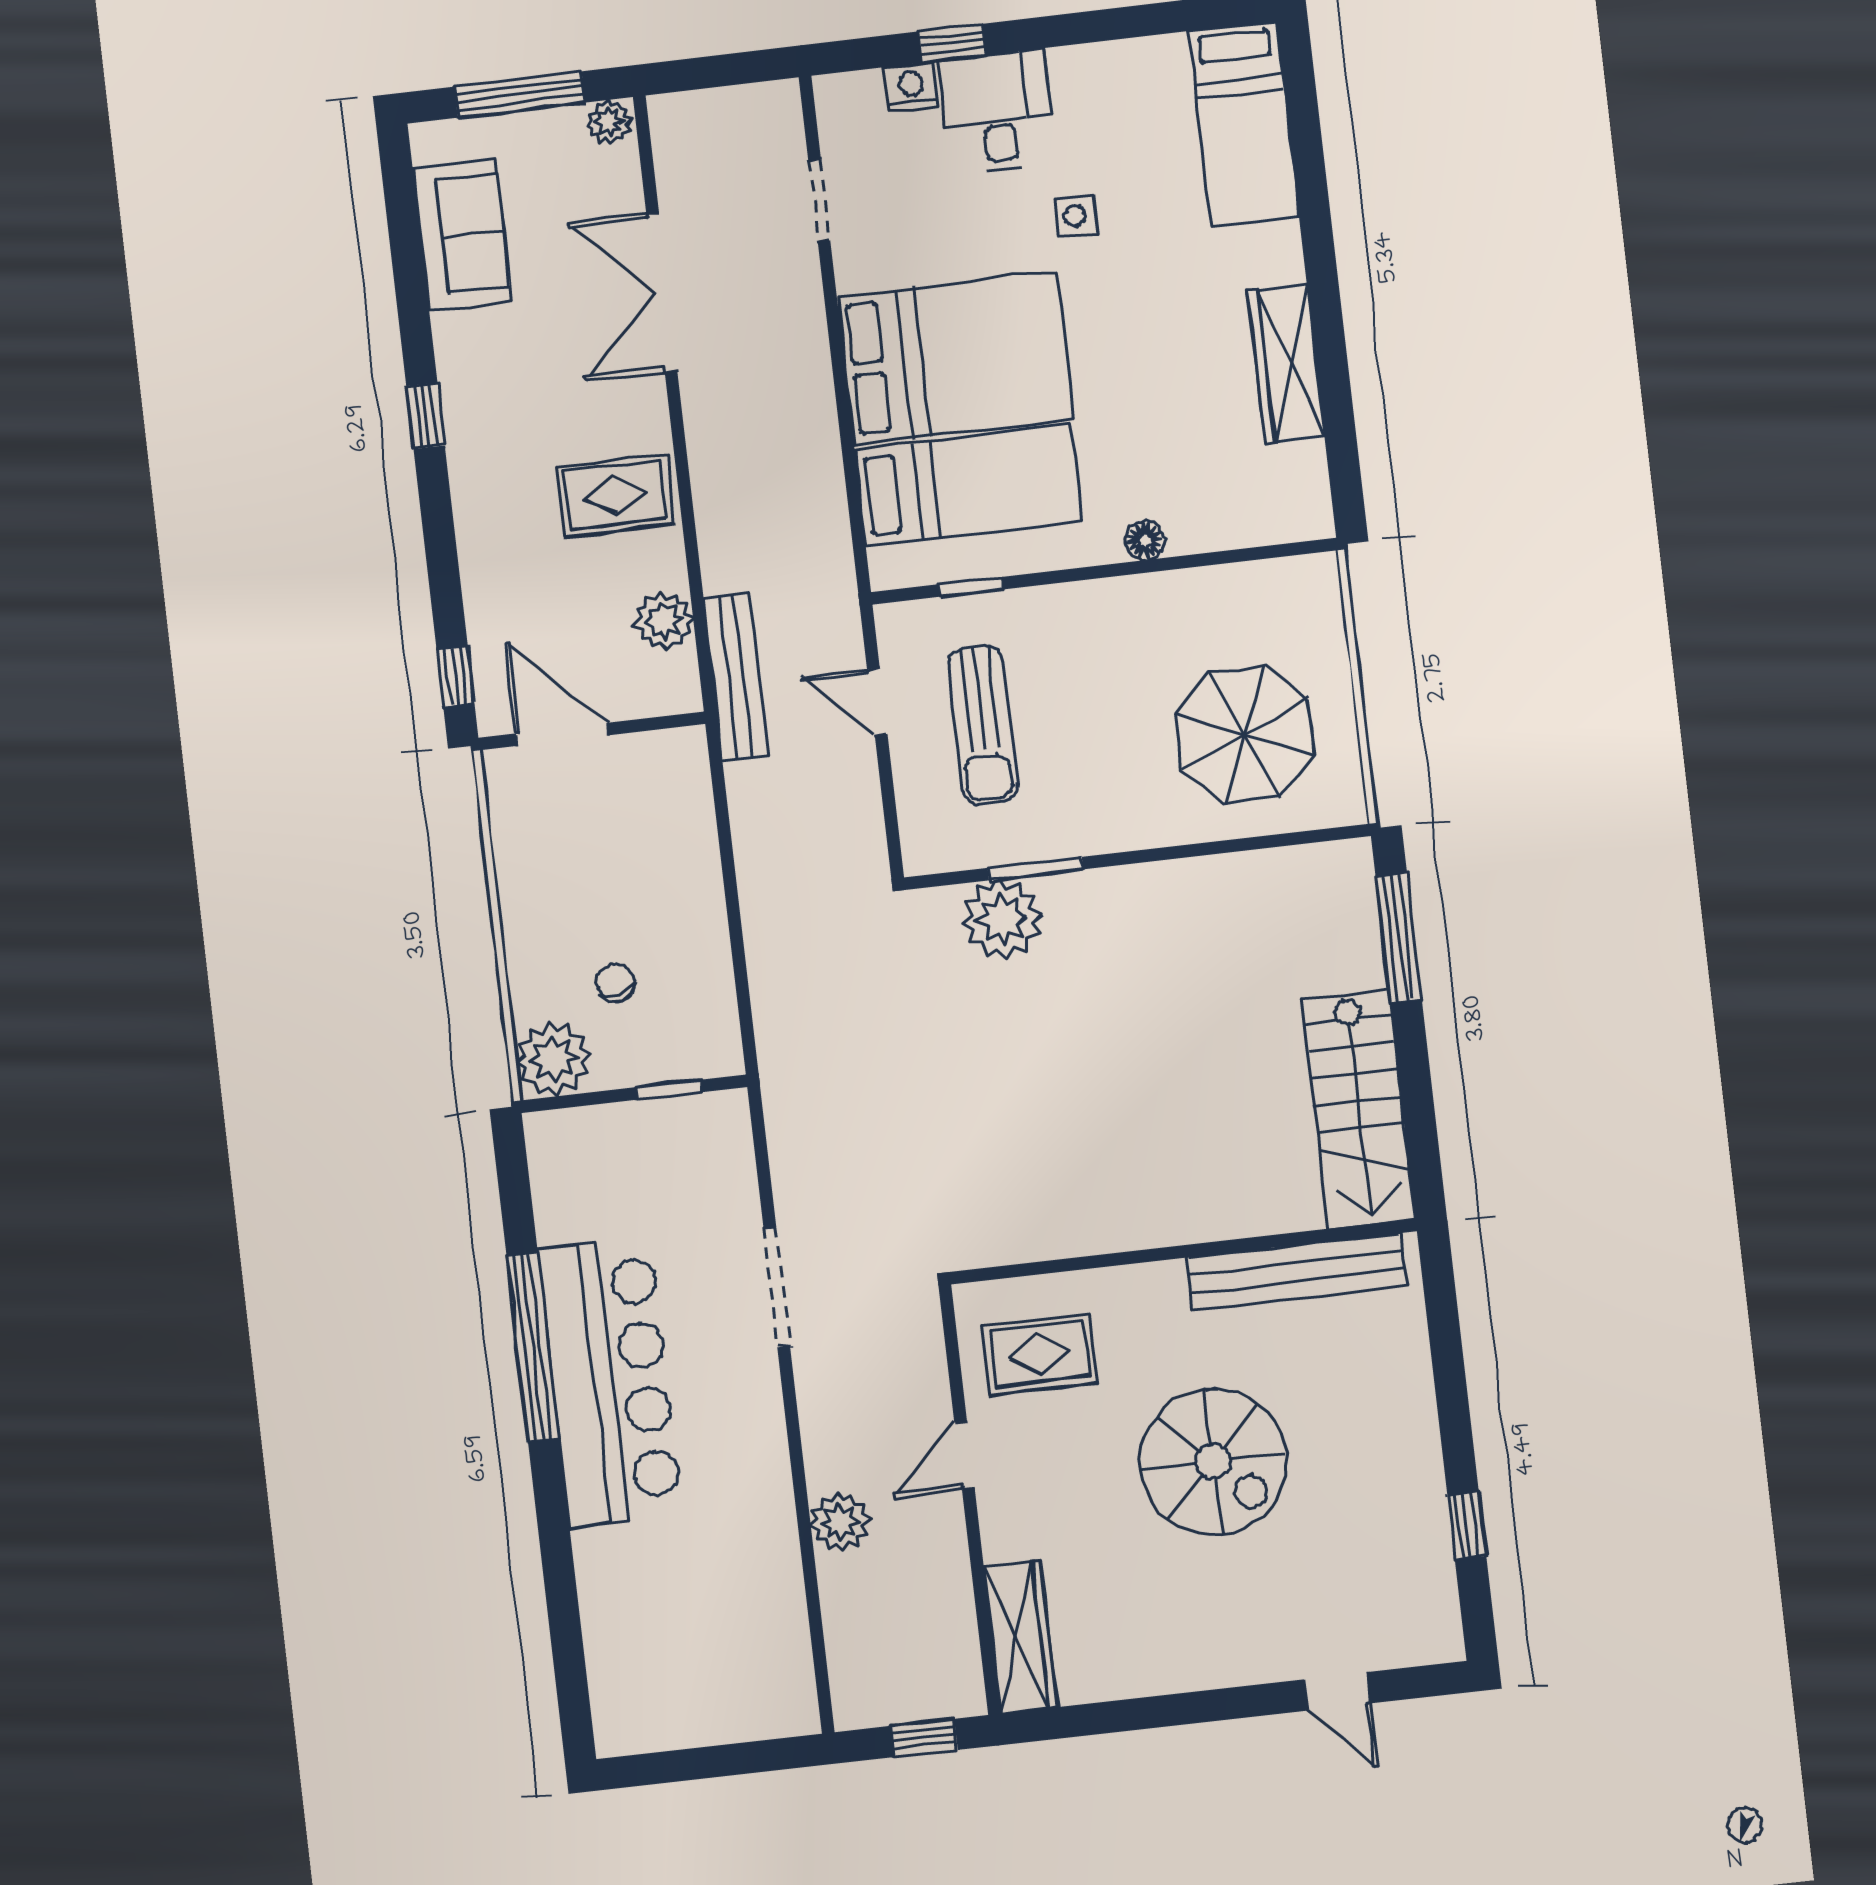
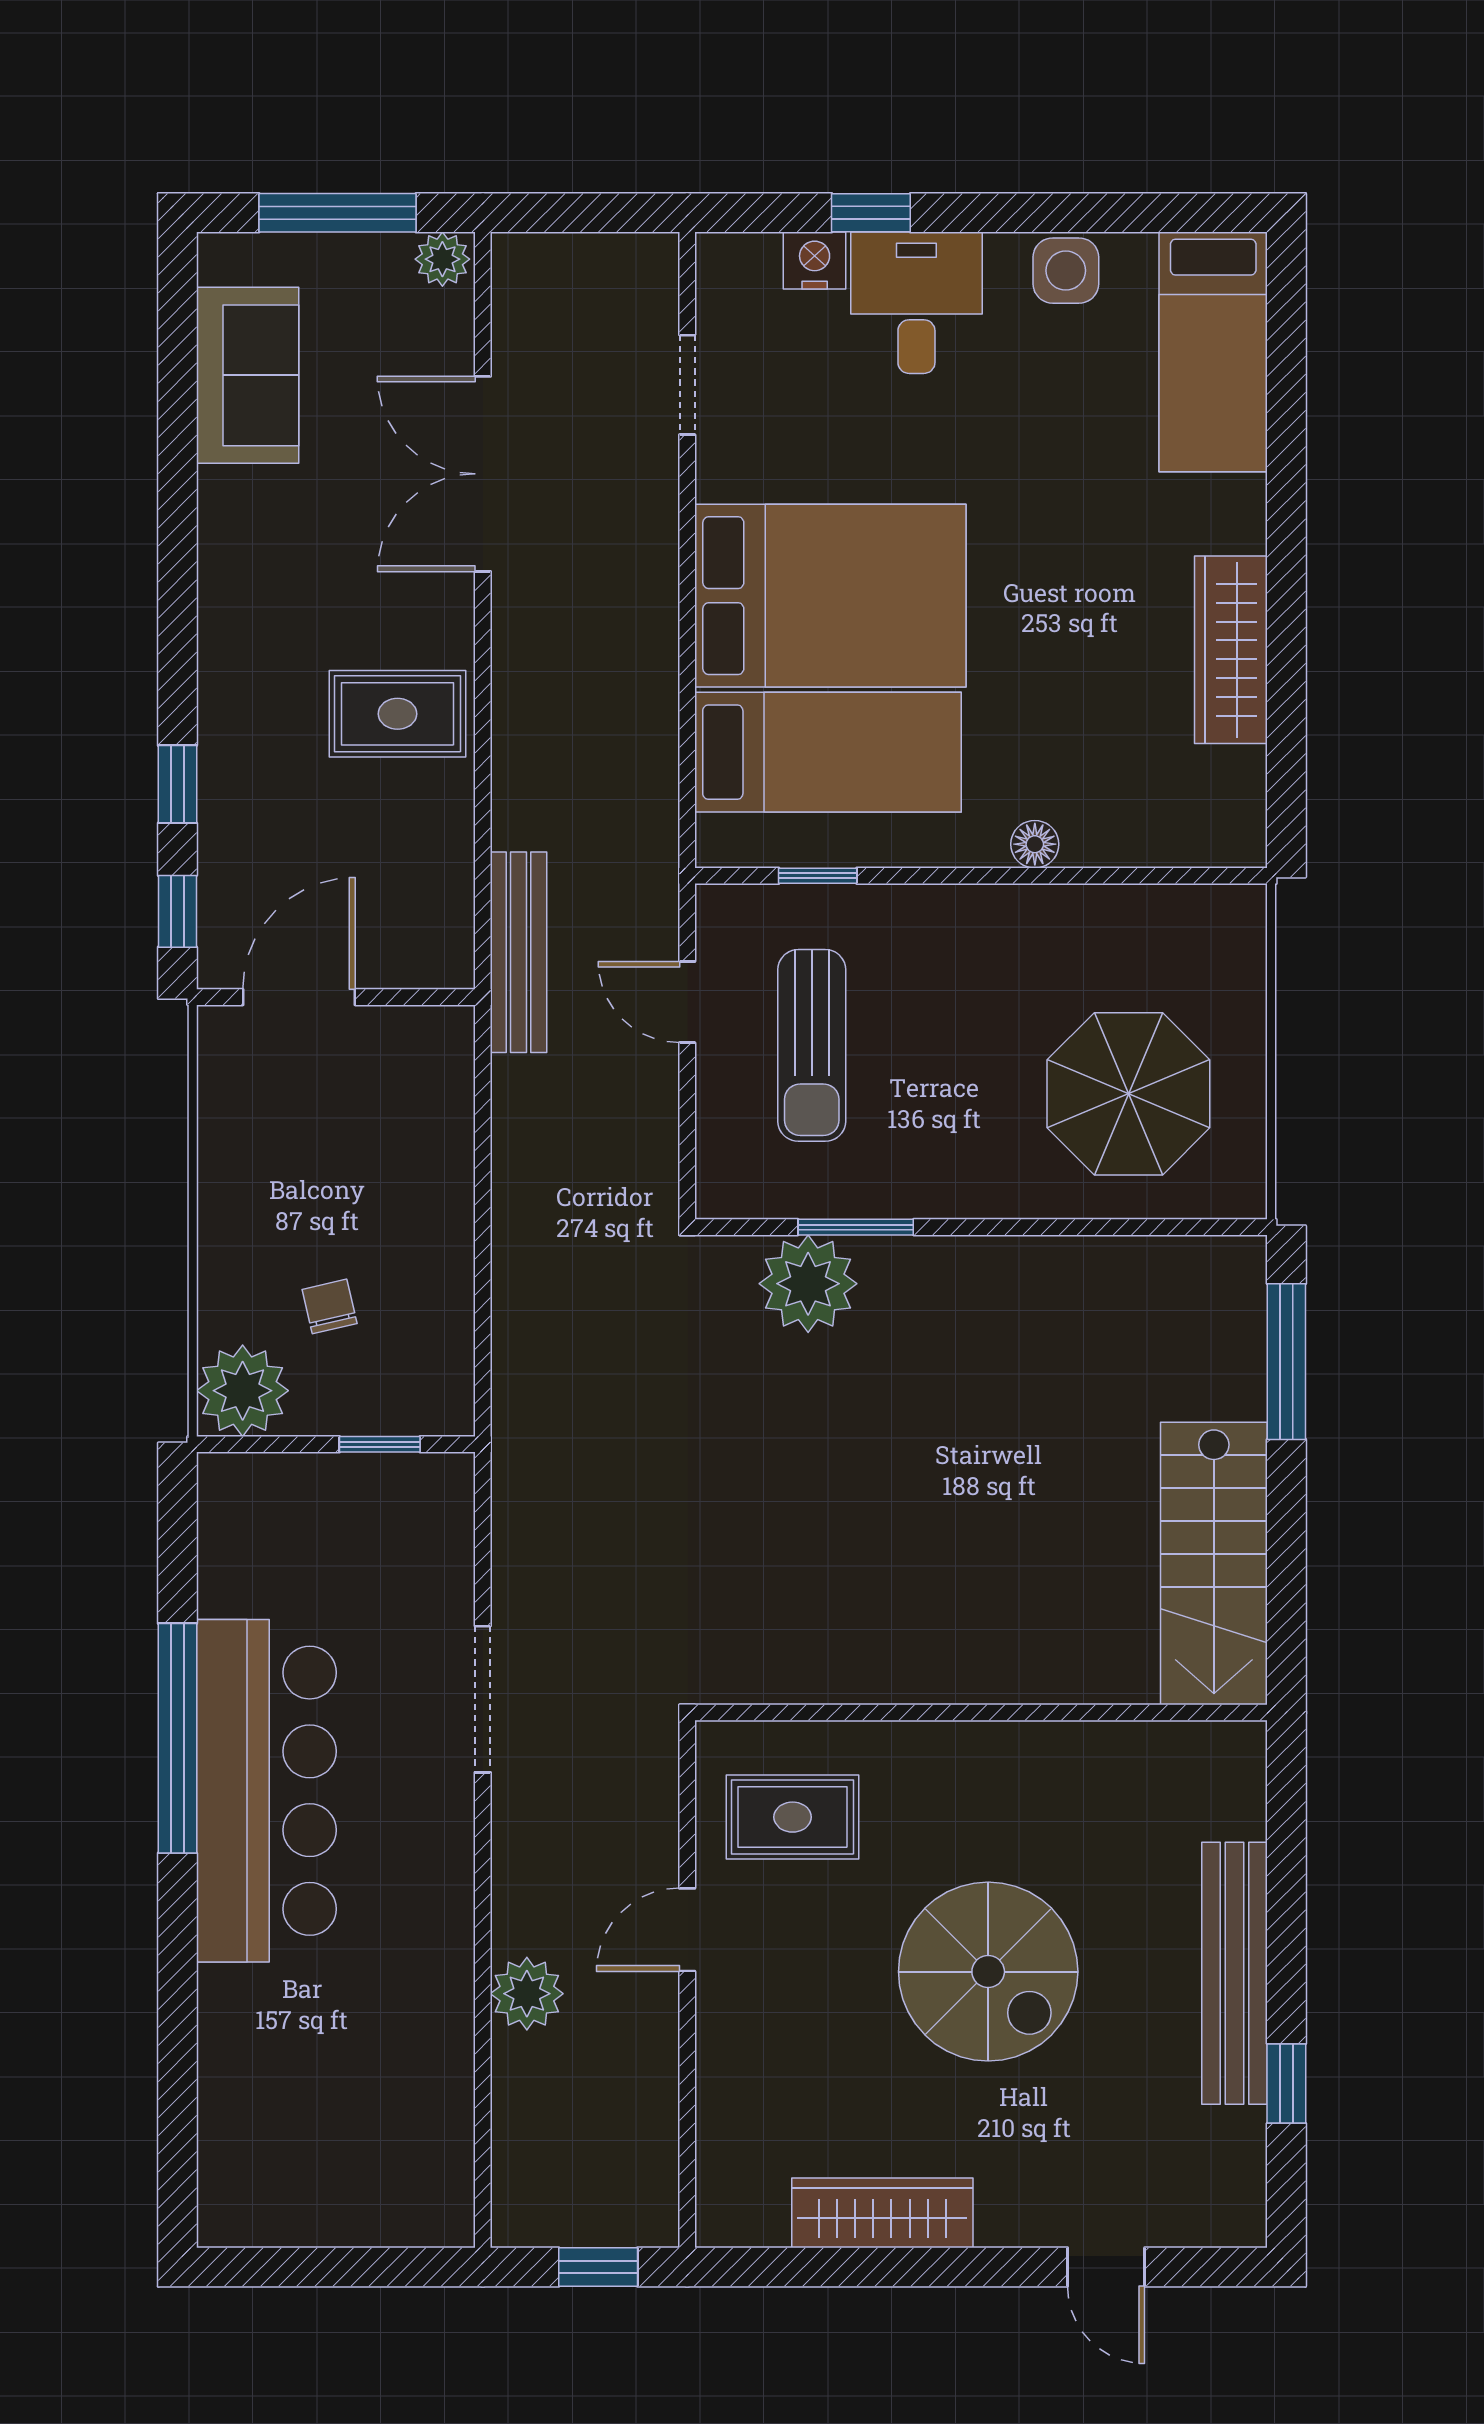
side table: (1075, 216) -> (1066, 271), moved, width x1.37, depth x1.37
window: (425, 416) -> (177, 784), moved
plant: (664, 621) -> (439, 874), removed
door: (562, 734) -> (299, 997), hinge flipped
bench: (1296, 1272) -> (1235, 1973), moved, turned 90
wardrobe: (1021, 1637) -> (882, 2213), moved, turned -90

